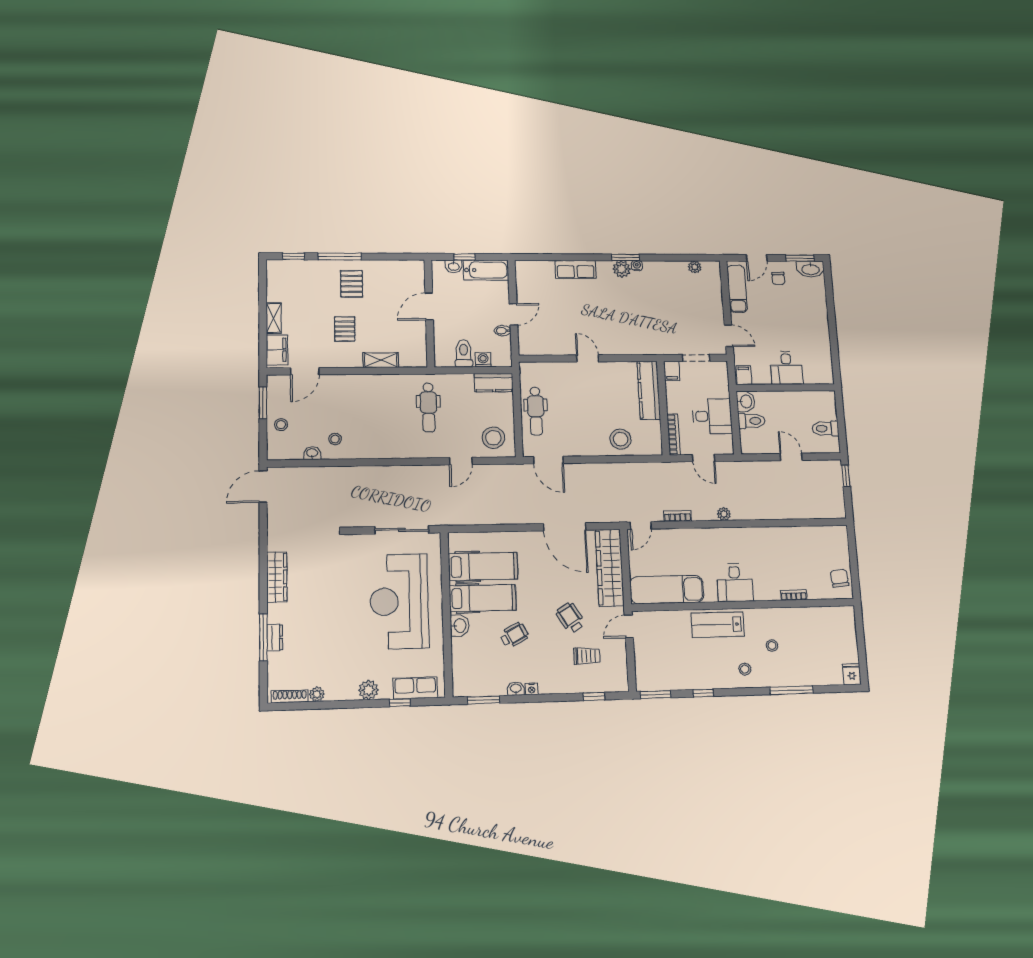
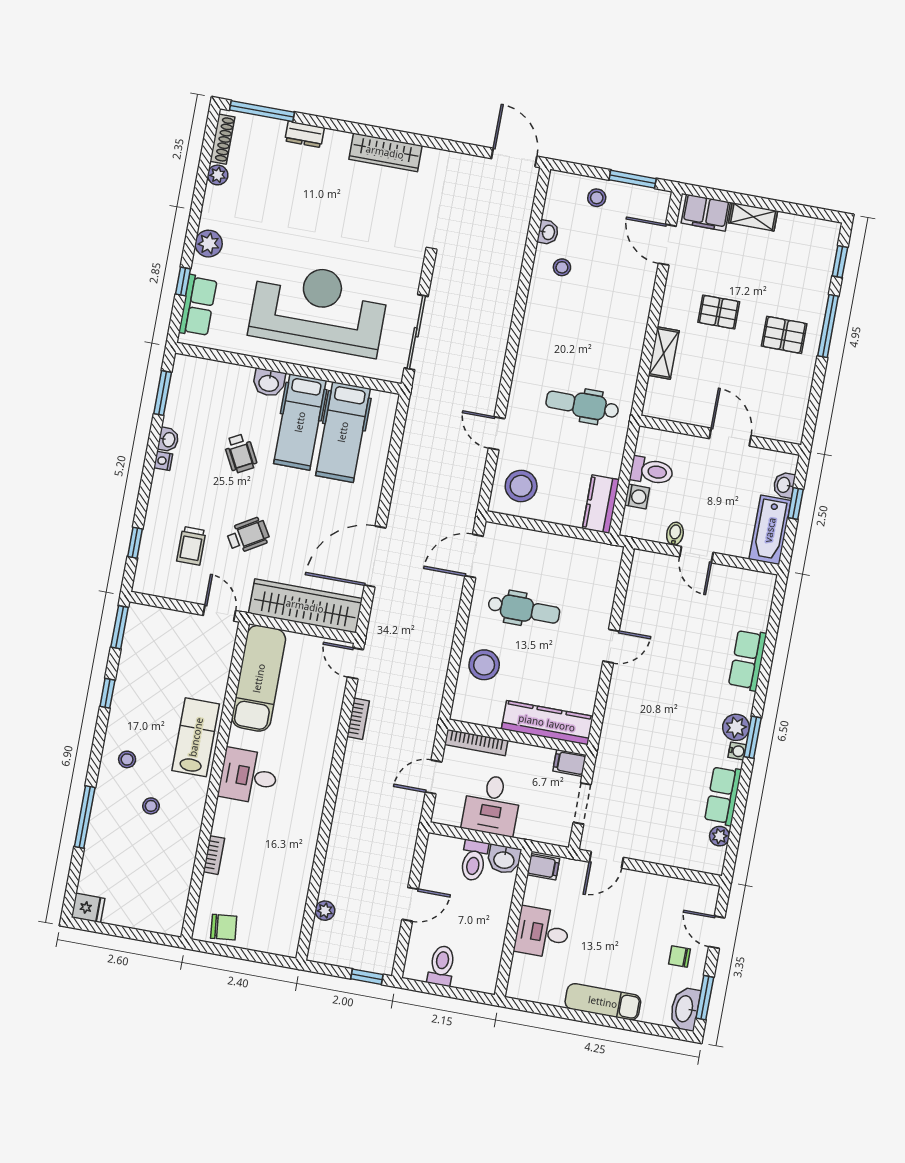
row of seats: (668, 269) -> (723, 796), added
exam couch: (737, 289) -> (603, 1002), moved, turned 180
dental chair: (536, 411) -> (524, 609), moved, turned 180
plant: (724, 514) -> (325, 911), moved
window: (263, 637) -> (262, 111), moved

